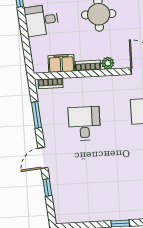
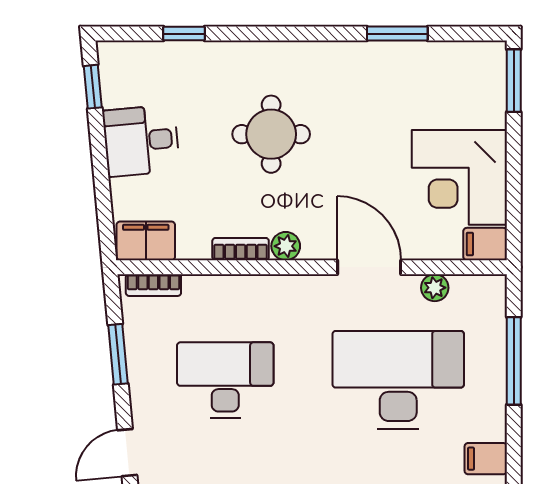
filing cabinet: (61, 63) -> (146, 241), moved
desk: (84, 124) -> (225, 380), width x1.37

